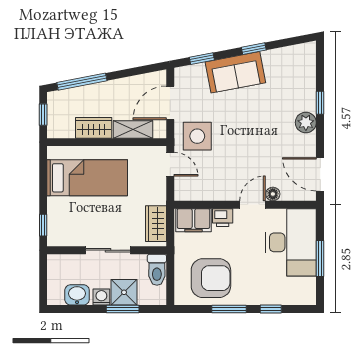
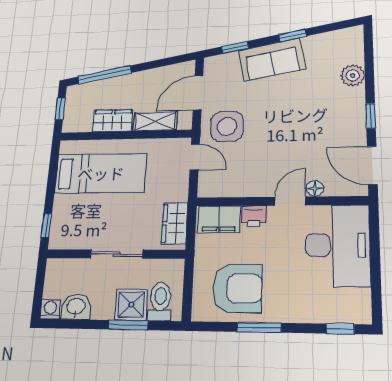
window: (320, 103) -> (371, 116), moved
plant: (306, 123) -> (353, 75), moved
window: (320, 259) -> (375, 265), removed
toilet: (157, 270) -> (160, 301), moved, turned 180
washing machine: (101, 297) -> (50, 309), moved
window: (271, 309) -> (340, 329), moved

